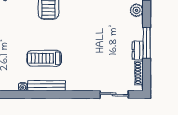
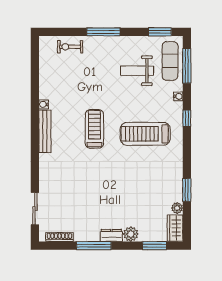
dresser: (138, 50) -> (111, 235), moved
treadmill: (44, 58) -> (94, 129), moved

